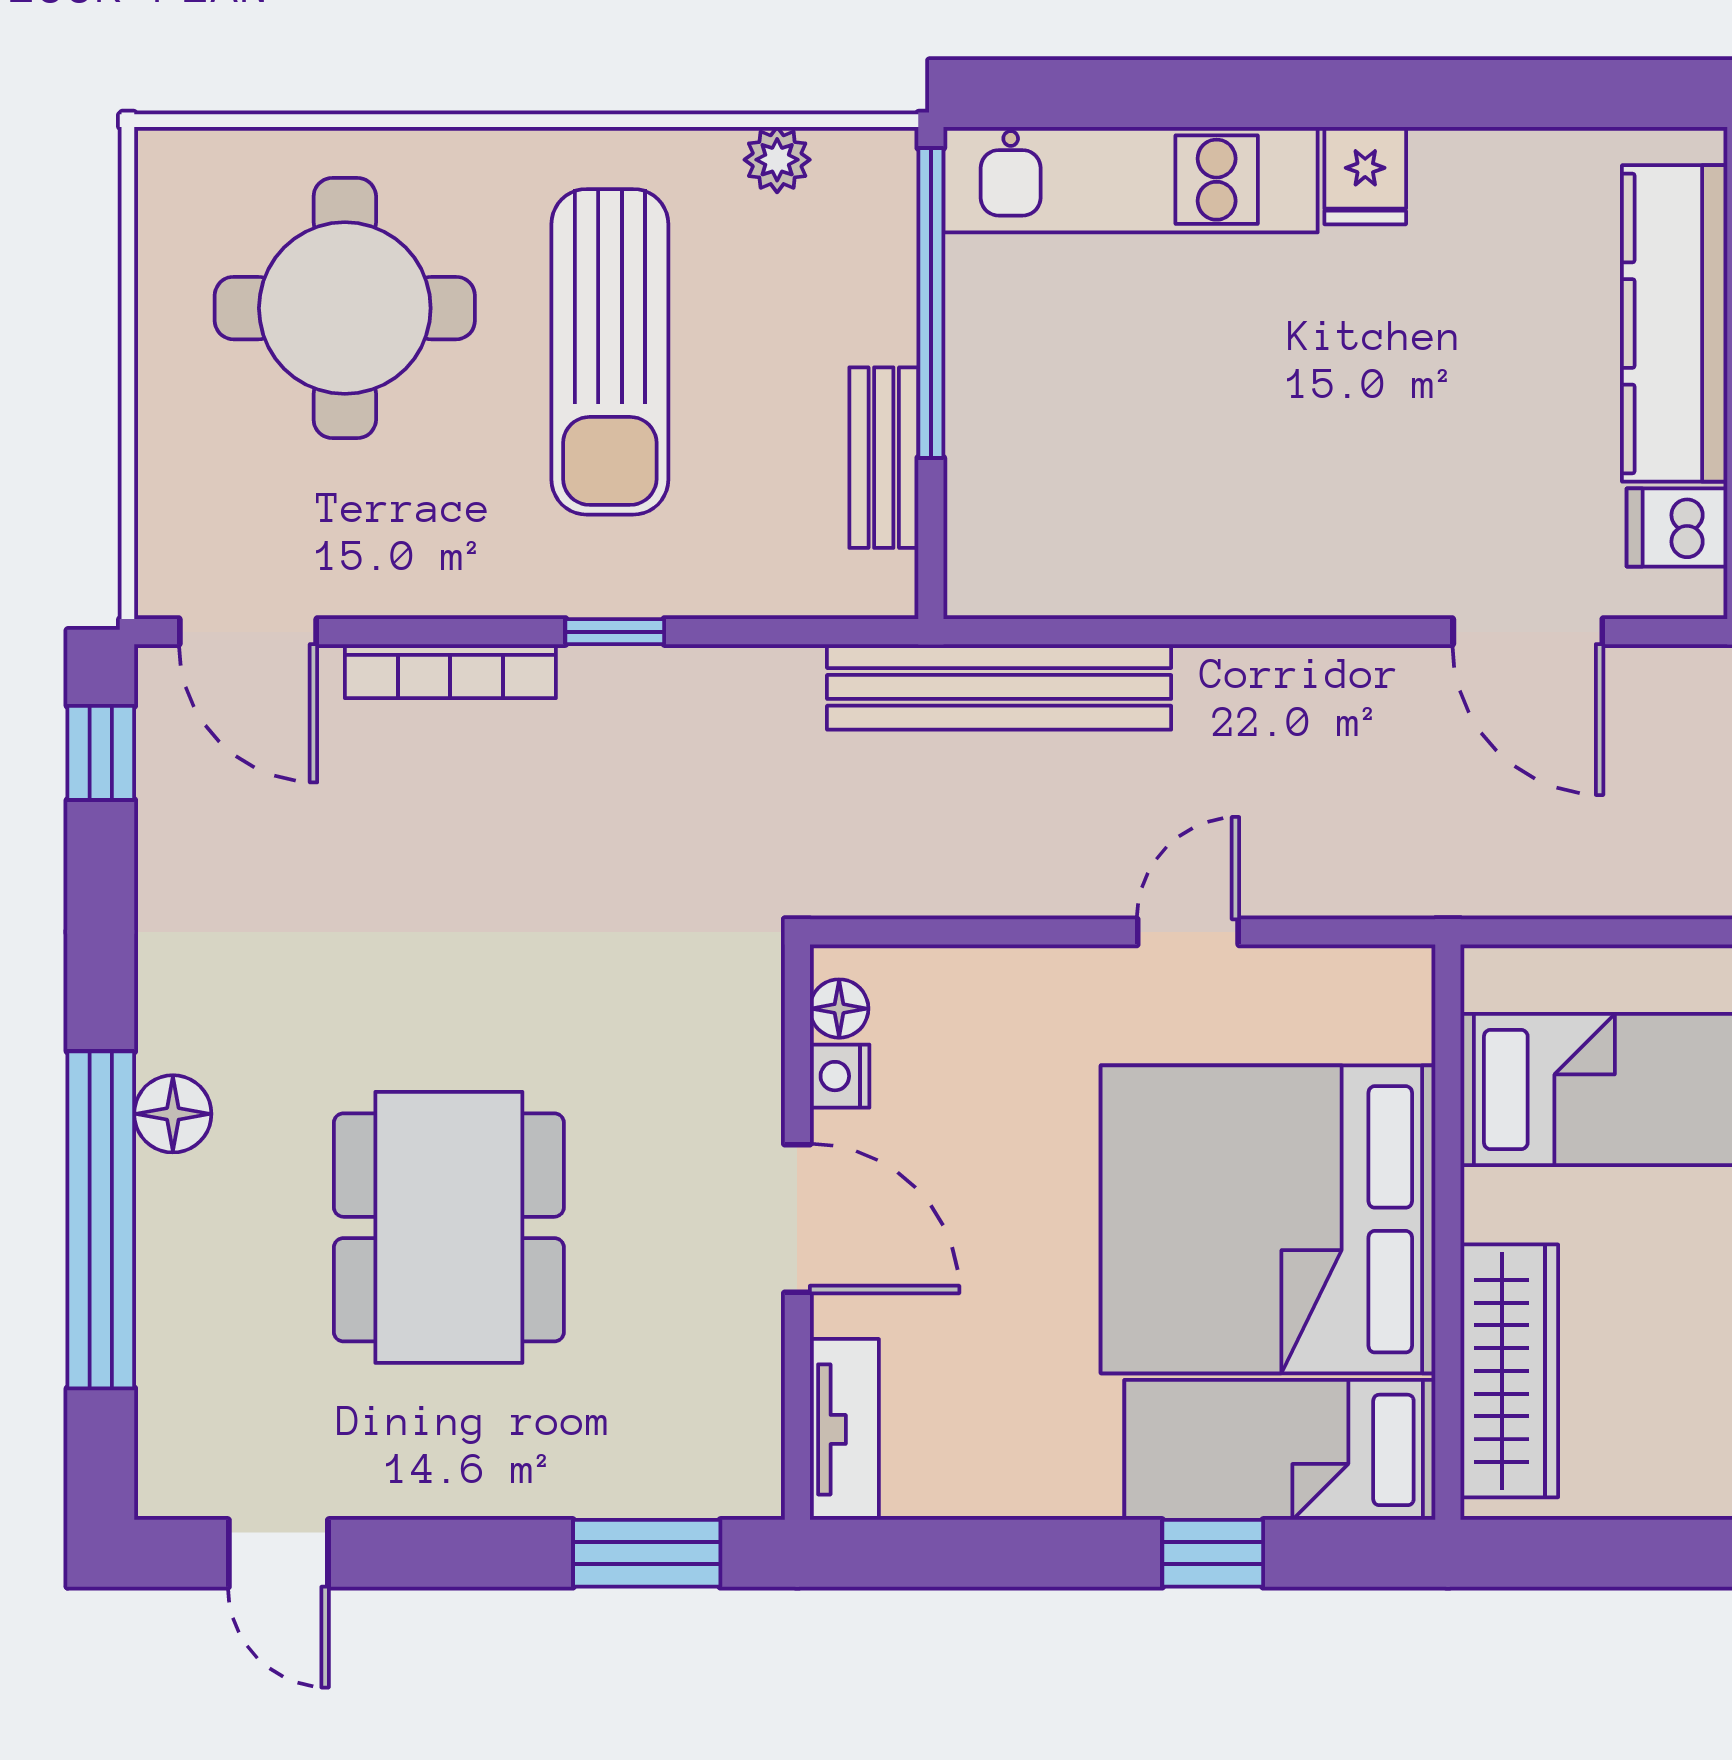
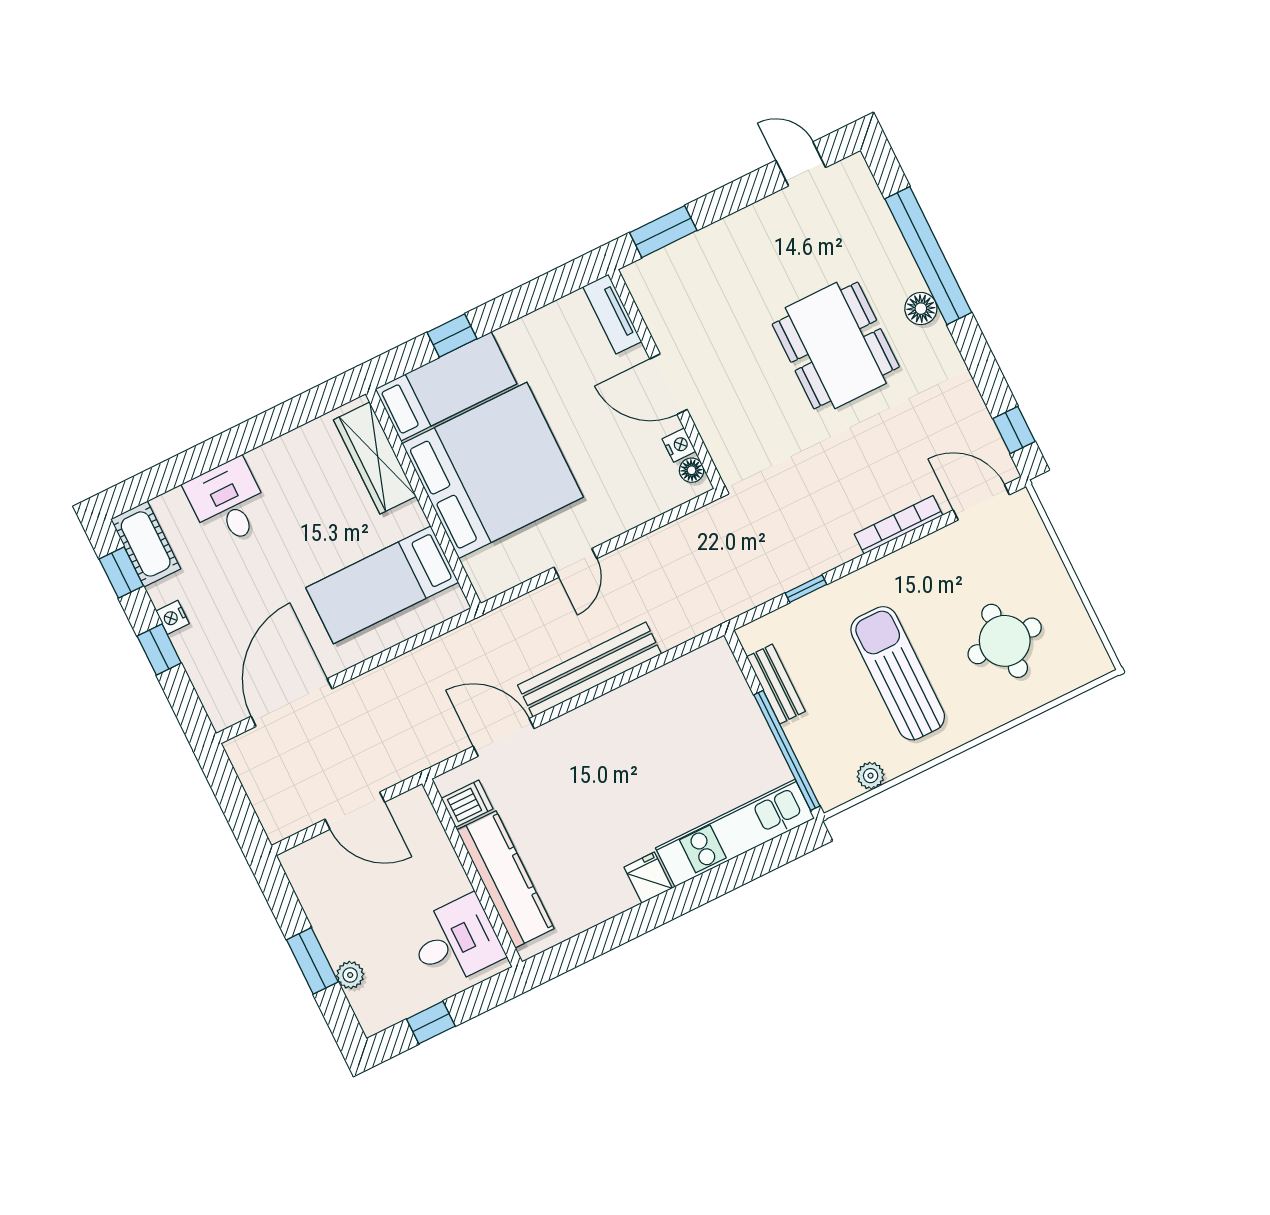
round table: (345, 308) -> (1005, 641), width x0.73, depth x0.73
window: (615, 632) -> (806, 589), moved
bench: (999, 687) -> (590, 669), moved
dining table: (449, 1227) -> (836, 345), moved

